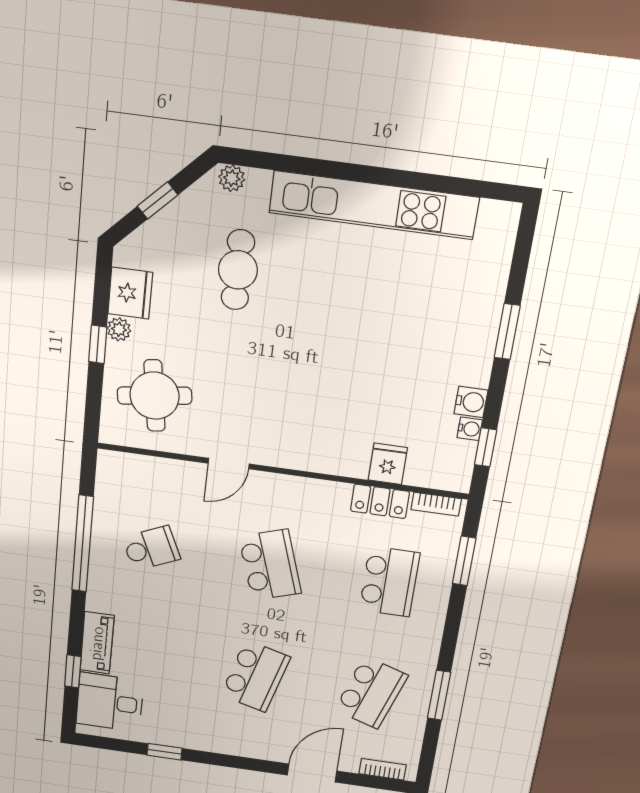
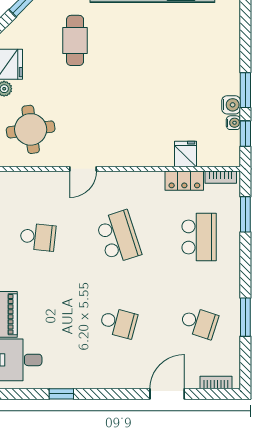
window: (507, 332) -> (245, 90), moved
school desk: (151, 548) -> (38, 237), turned 30
school desk: (255, 676) -> (118, 323), width x0.54
school desk: (371, 693) -> (199, 323), width x0.54

